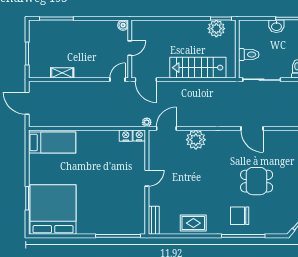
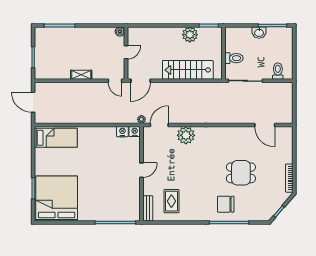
plant: (216, 29) -> (190, 35), moved
shelving: (62, 73) -> (81, 75), moved
door: (118, 80) -> (115, 81), swing flipped
door: (146, 80) -> (141, 81), hinge flipped
door: (252, 128) -> (265, 125), moved
rug: (193, 223) -> (171, 201), moved, turned 90

